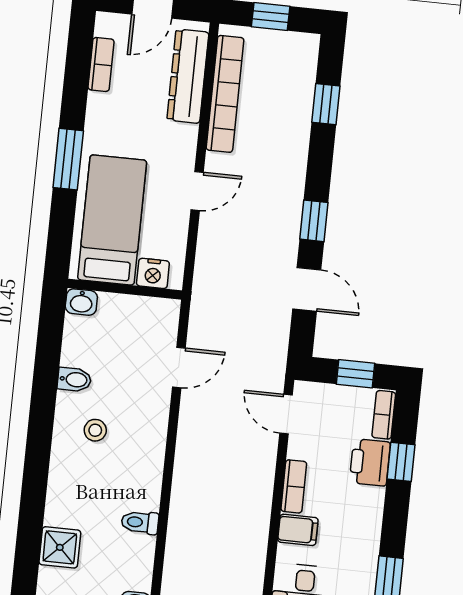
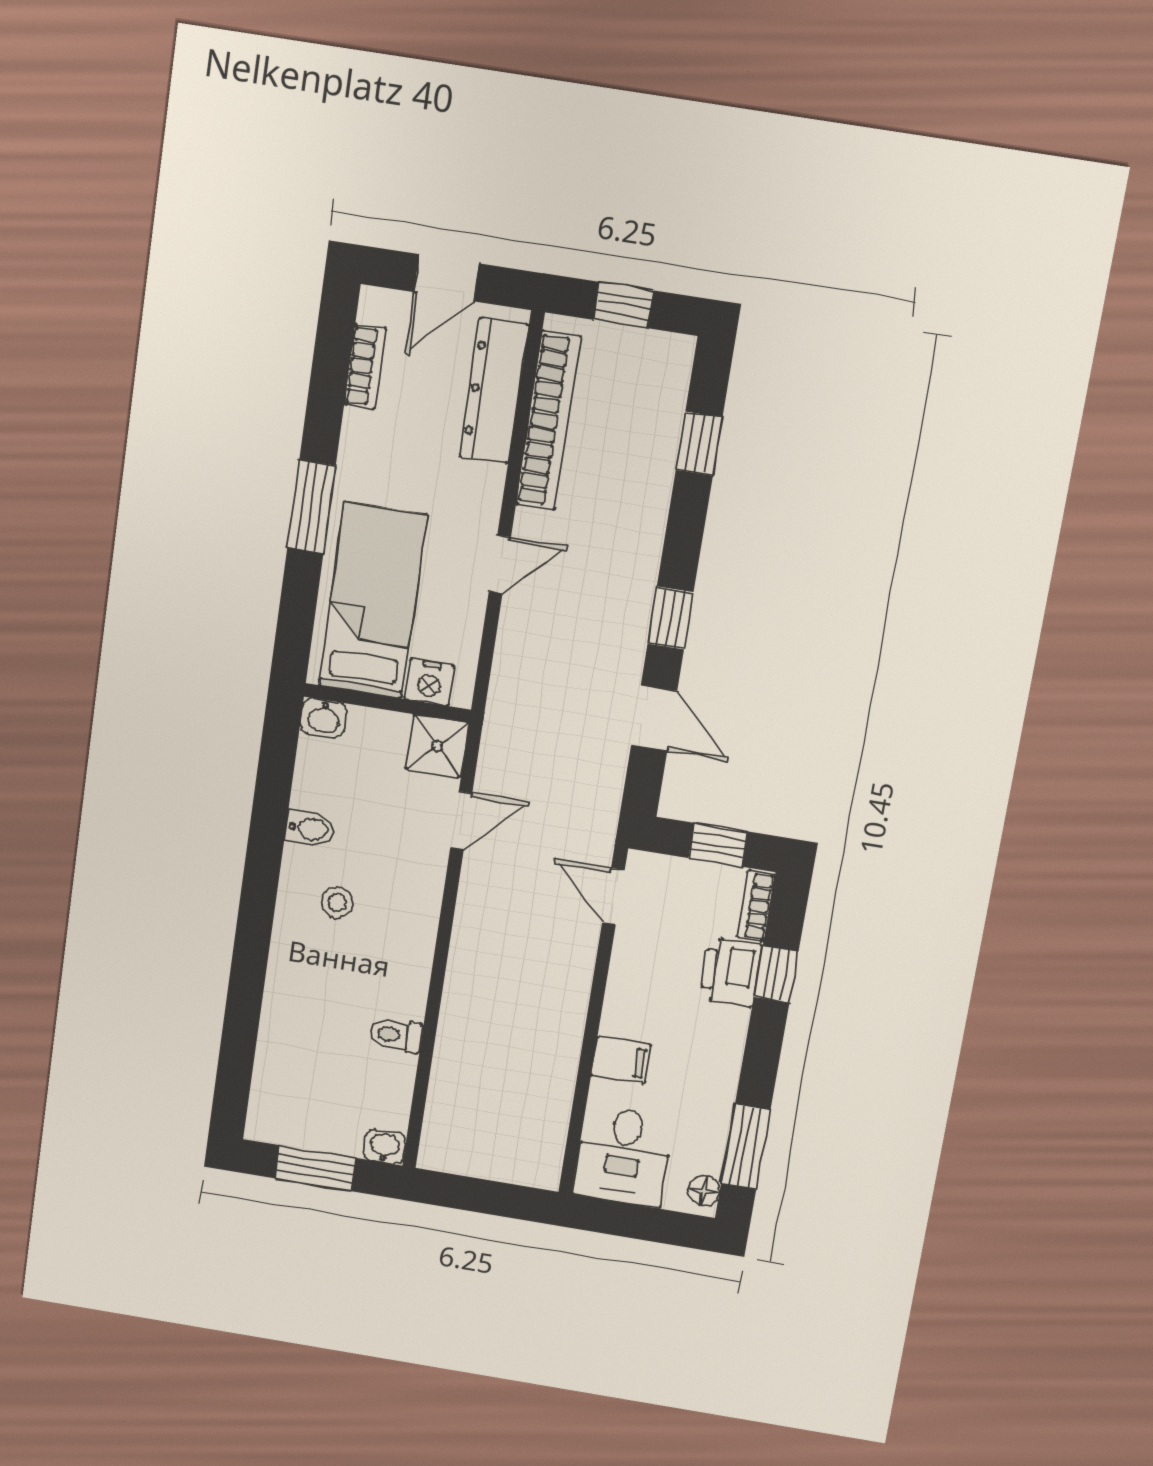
bookcase: (294, 486) -> (619, 999), removed
shower: (60, 547) -> (437, 746), moved

